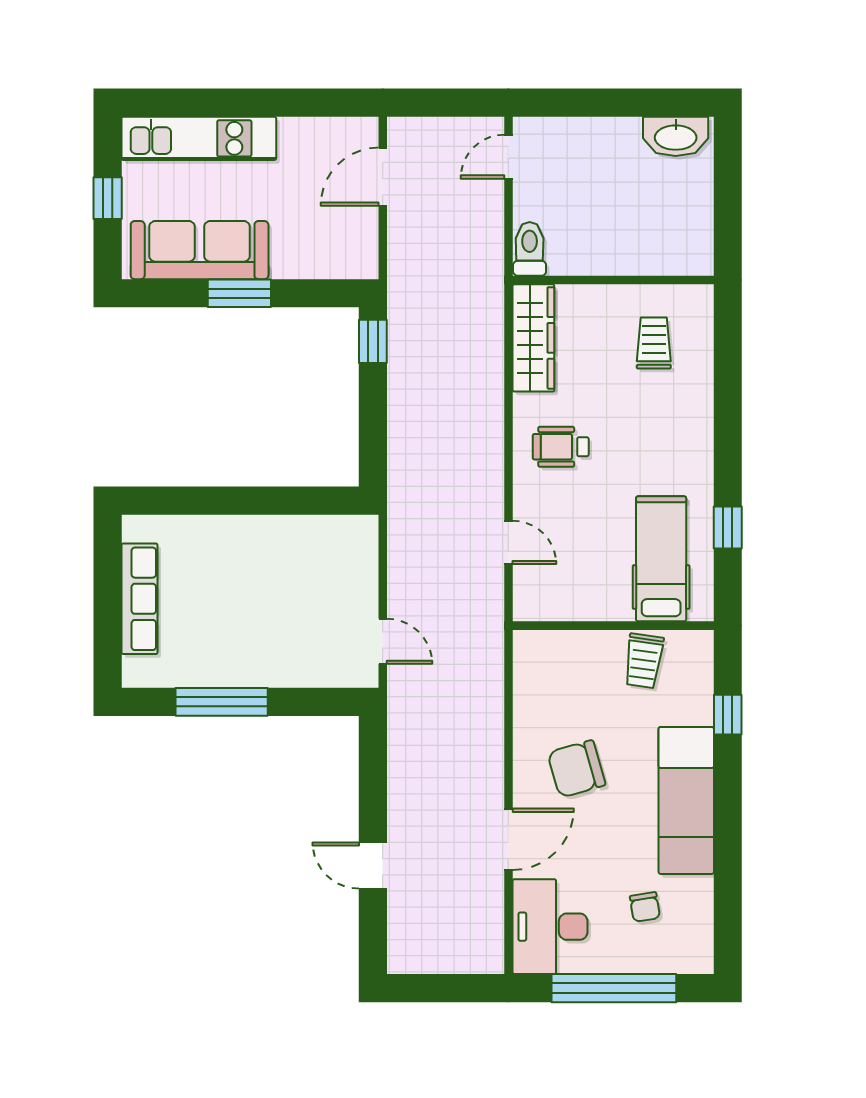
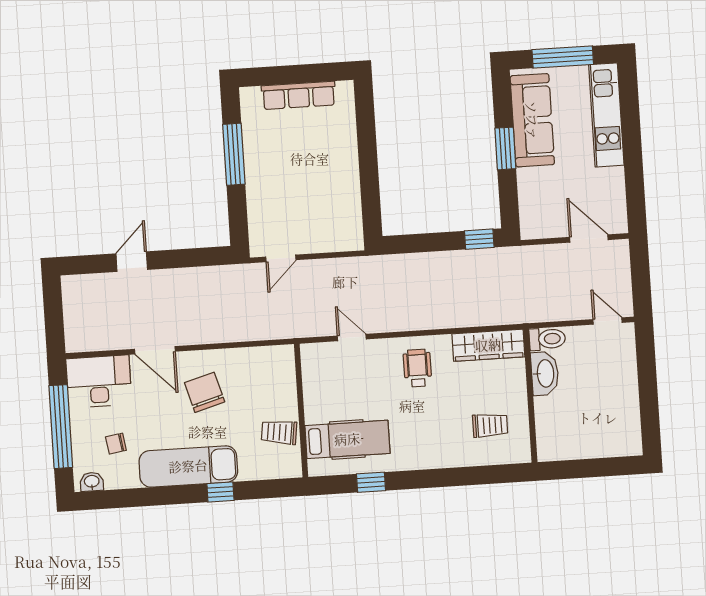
washbasin: (676, 136) -> (545, 373), moved, turned 180
window: (108, 198) -> (563, 57), width x2.17
door: (508, 542) -> (352, 338), swing flipped
window: (728, 715) -> (220, 492), moved
washbasin: (700, 947) -> (92, 482), added

